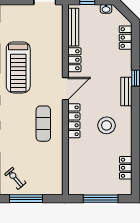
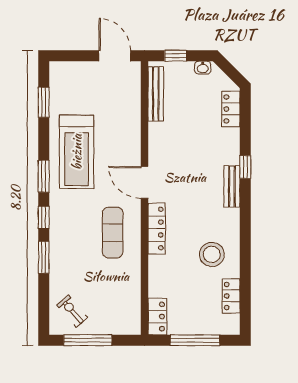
locker: (74, 60) -> (157, 317), moved
door: (65, 89) -> (144, 182), swing flipped
stool: (107, 125) -> (212, 254), moved

